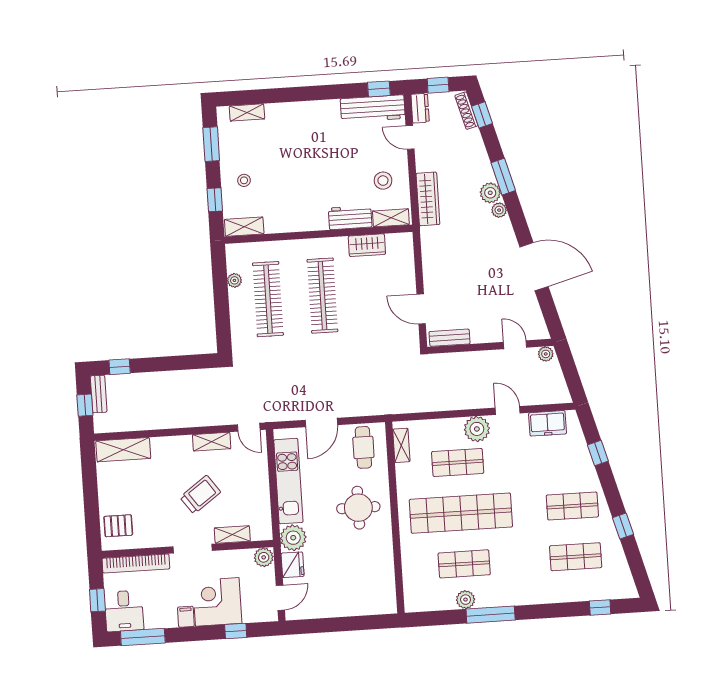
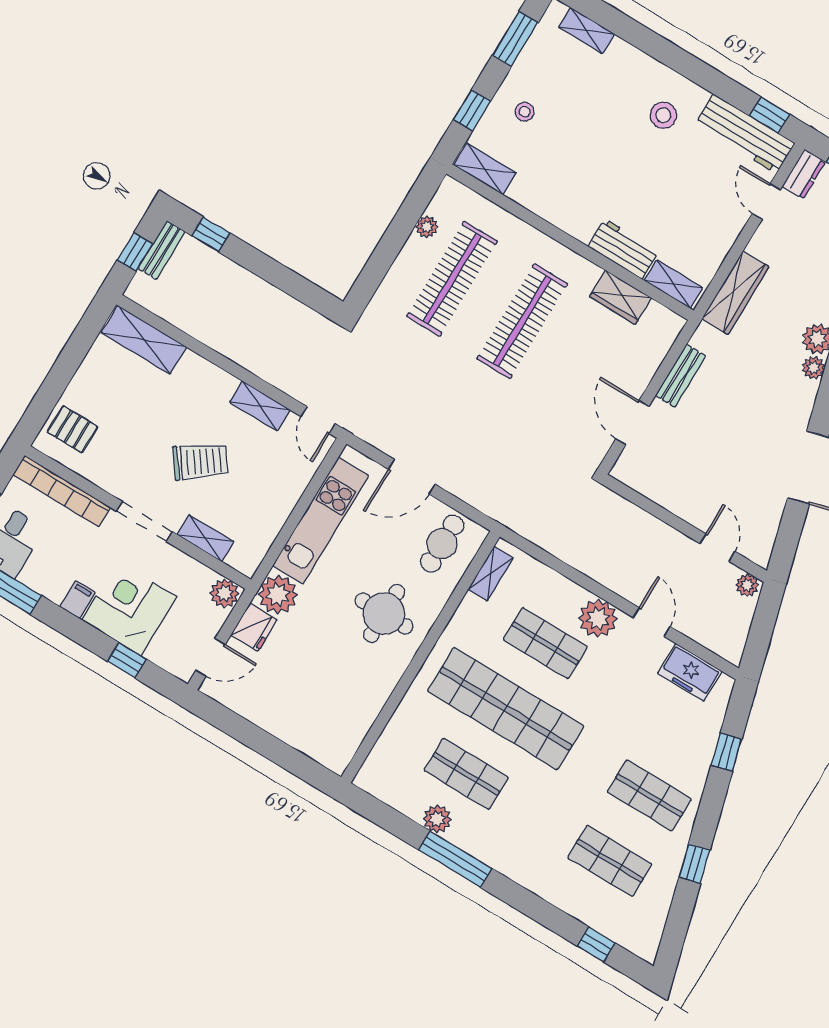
stool: (383, 181) -> (663, 115), moved
bench: (450, 338) -> (681, 376), moved, turned 90

